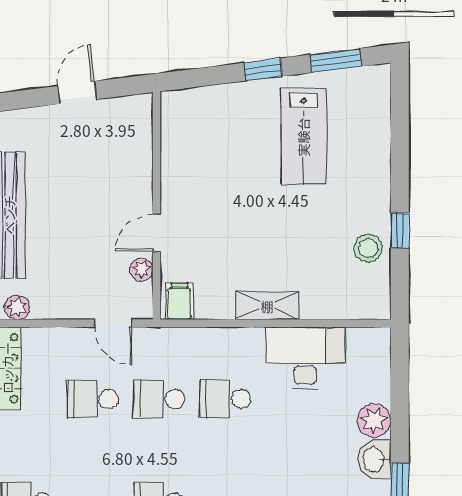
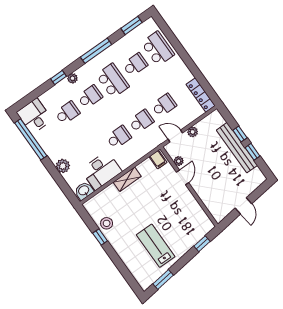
window: (263, 69) -> (202, 244), moved
plant: (17, 307) -> (193, 132), moved
washbasin: (374, 459) -> (84, 191), moved, turned -90

